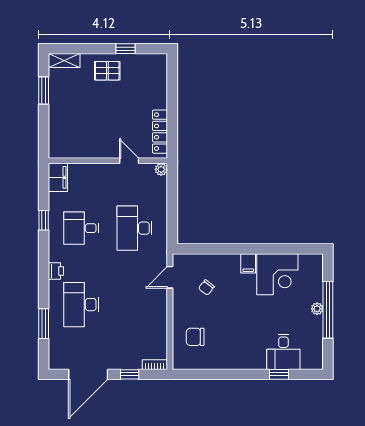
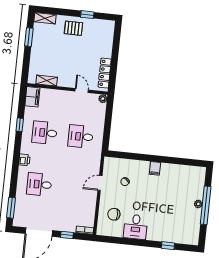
shelving: (76, 152) -> (47, 81), added
desk: (135, 228) -> (81, 136), width x0.73
corner desk: (277, 274) -> (174, 178), removed
door: (170, 277) -> (100, 183), moved
desk: (81, 305) -> (39, 184), width x0.73
window: (44, 324) -> (11, 208), moved
desk: (283, 352) -> (136, 227), moved

